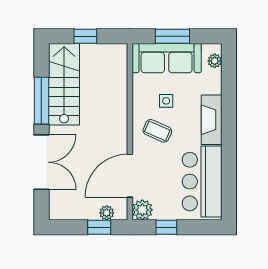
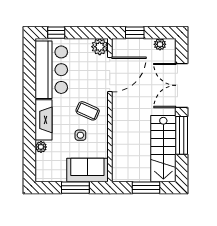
window: (85, 36) -> (146, 188), width x1.50
sofa: (167, 58) -> (87, 170), width x0.73
plant: (215, 61) -> (41, 147), moved
plant: (107, 213) -> (160, 44), moved
window: (166, 227) -> (56, 33), moved

